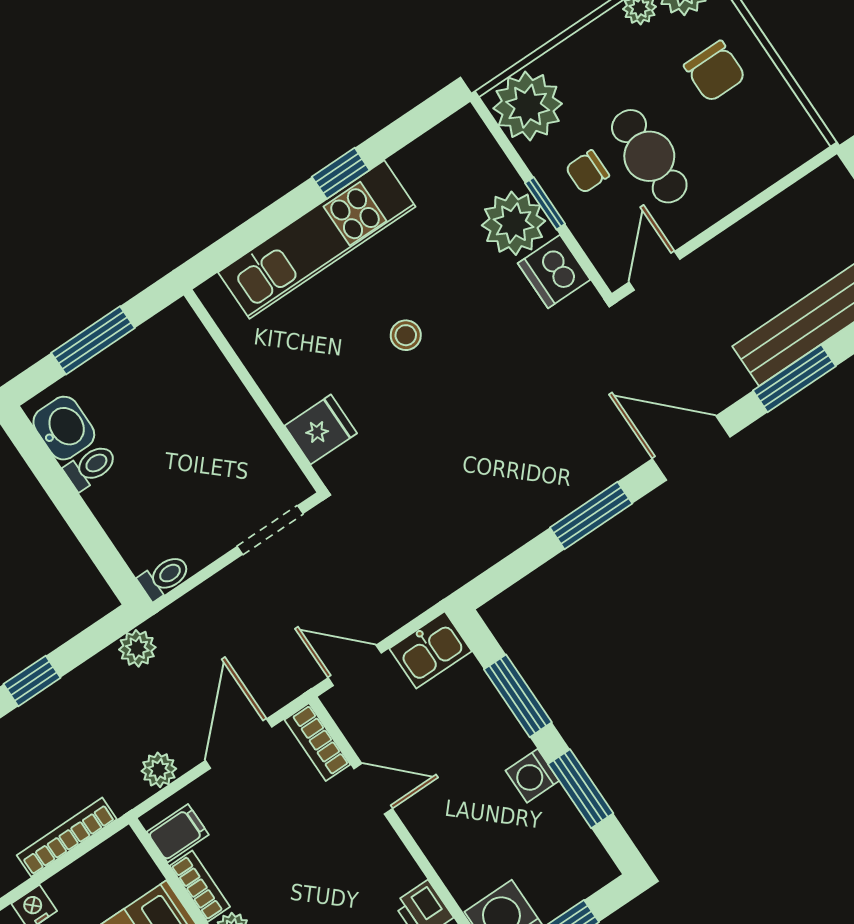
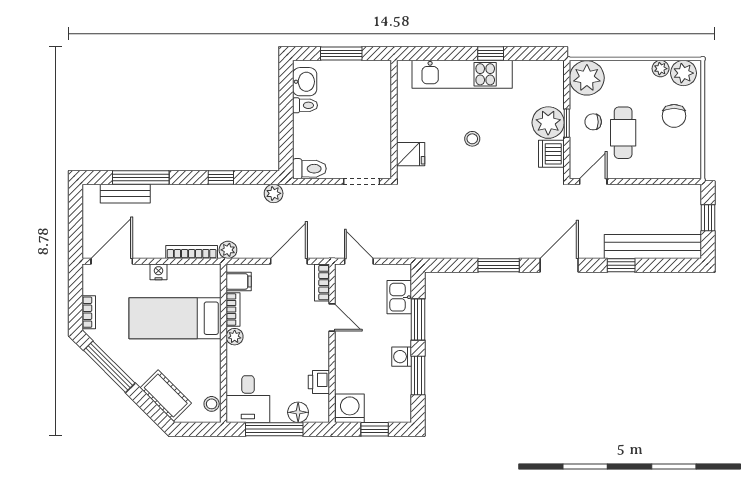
window: (794, 378) -> (621, 265), width x0.67
door: (691, 448) -> (559, 265), hinge flipped
toilet: (164, 577) -> (309, 169), width x1.37, depth x1.39
kitchen sink: (431, 650) -> (399, 297), moved, turned 90
plant: (159, 770) -> (228, 250), moved

